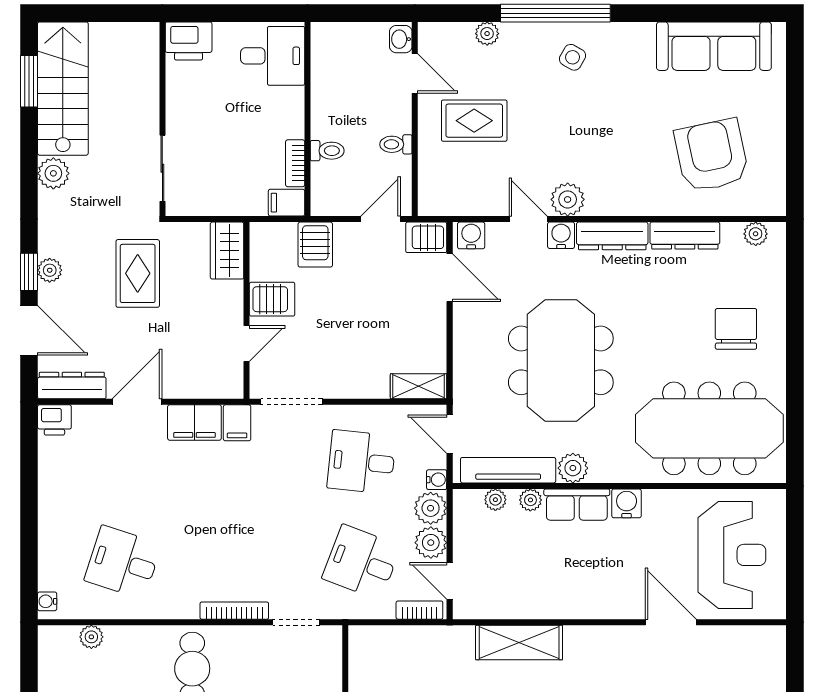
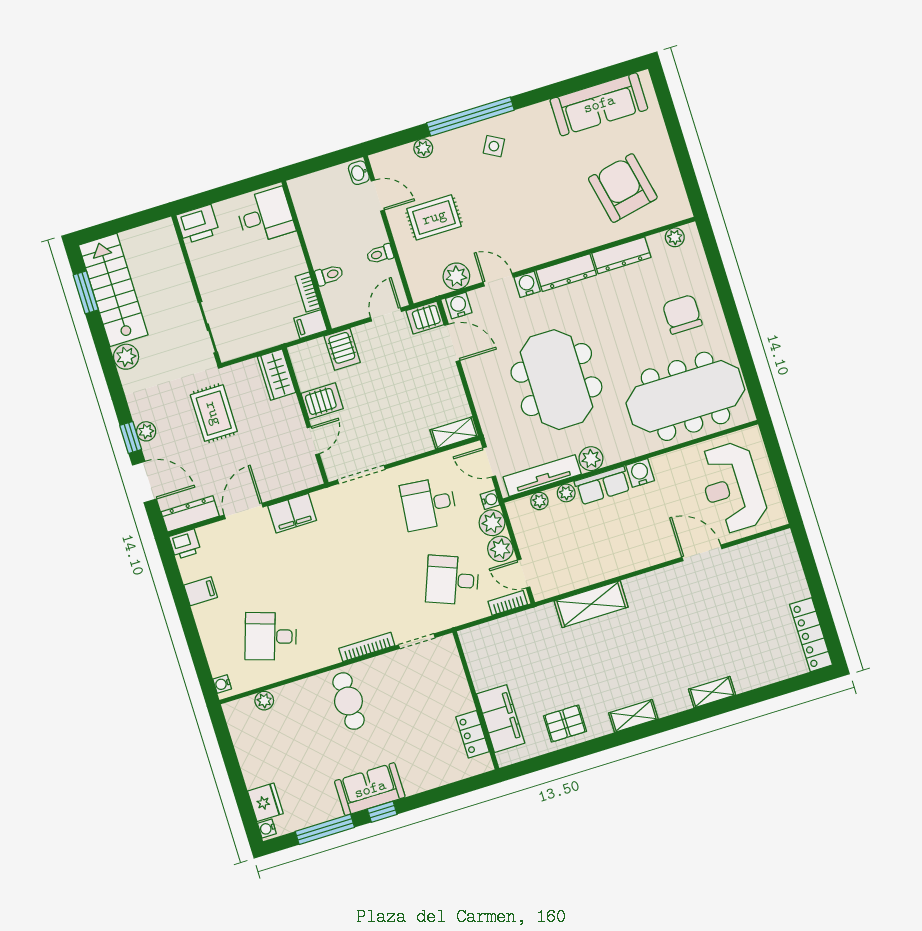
plant: (568, 199) -> (456, 276), moved
filing cabinet: (237, 423) -> (201, 591), moved, turned -90
reception desk: (732, 555) -> (732, 487), turned 180

